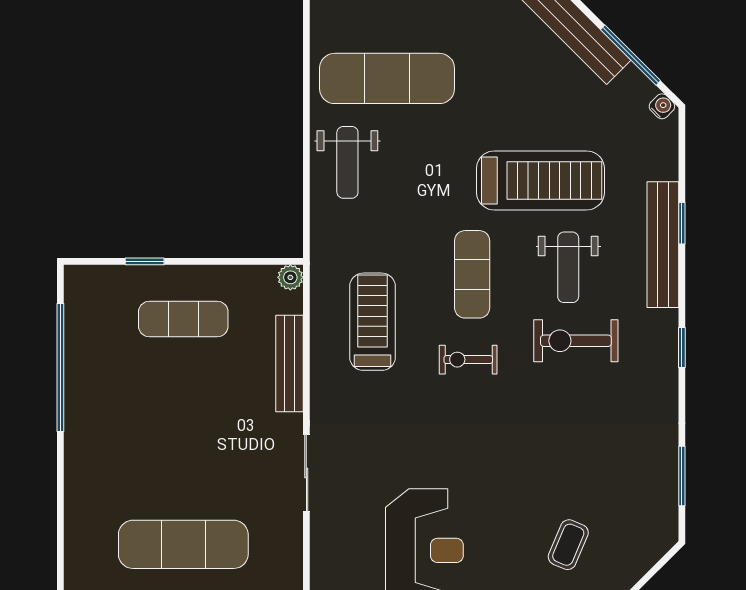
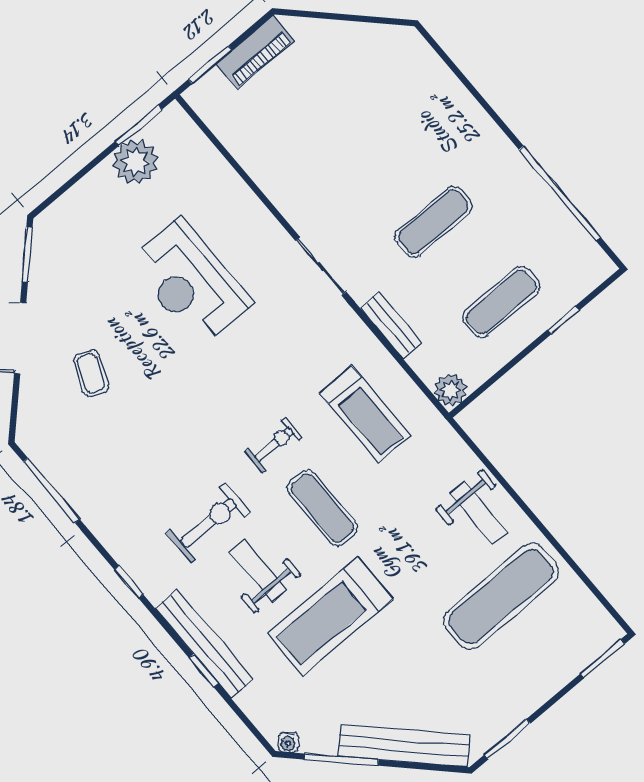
weight bench: (347, 162) -> (479, 513), turned 180
plant: (290, 277) -> (451, 390), width x1.38, depth x1.38
bench: (290, 363) -> (391, 325), width x0.73
window: (682, 476) -> (51, 490), width x1.44
exercise mat: (183, 544) -> (433, 222), moved, width x0.73, depth x0.69

